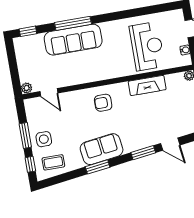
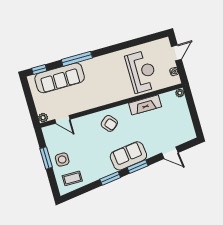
sofa: (73, 40) -> (60, 78), moved
armchair: (103, 103) -> (109, 123), turned -130
sofa: (102, 149) -> (128, 156), moved
window: (143, 153) -> (138, 167), moved
window: (30, 164) -> (53, 182), removed

